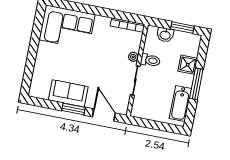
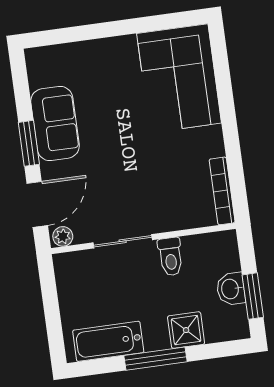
washbasin: (165, 35) -> (231, 289), moved
plant: (133, 57) -> (63, 236), moved

